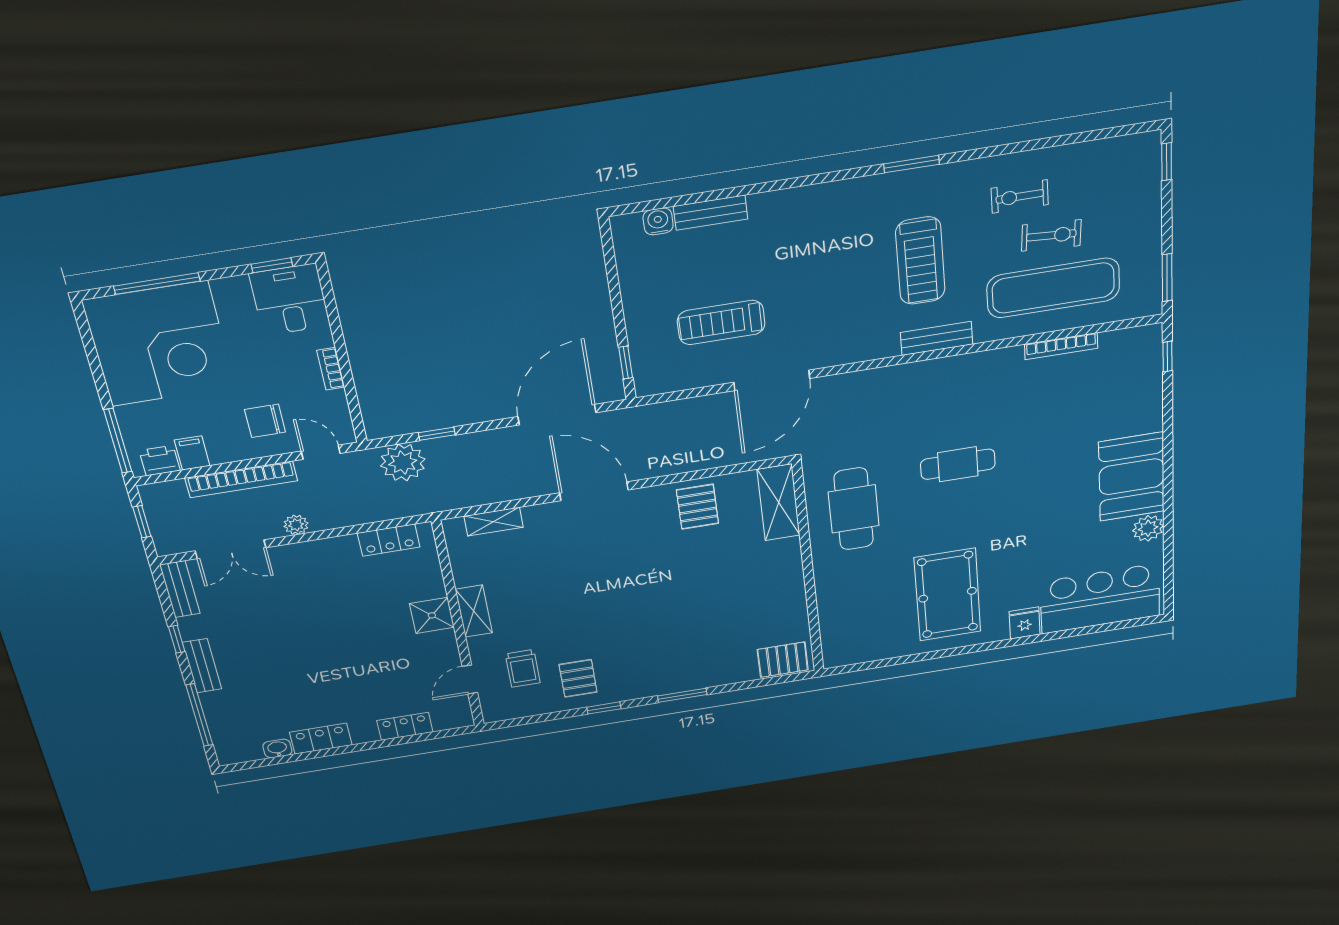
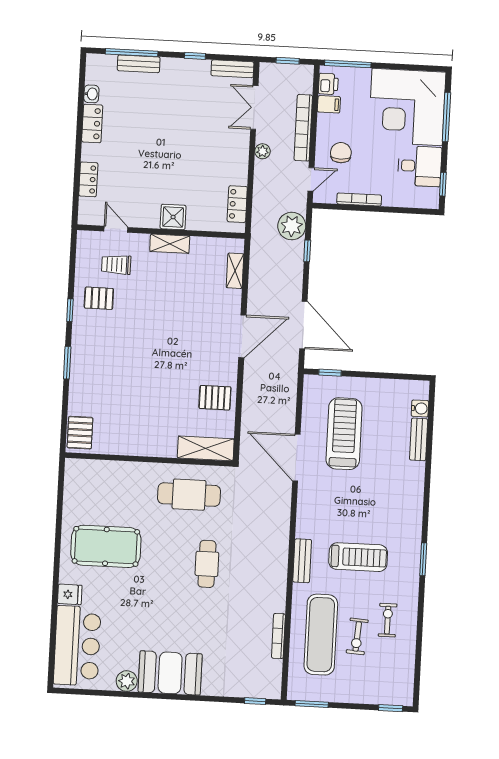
treadmill: (920, 261) -> (358, 557), turned 180
desk: (290, 300) -> (420, 166), moved
treadmill: (721, 322) -> (344, 434), width x1.37, depth x1.38
bookcase: (331, 369) -> (359, 199), width x1.56
bench: (202, 666) -> (139, 64), moved

